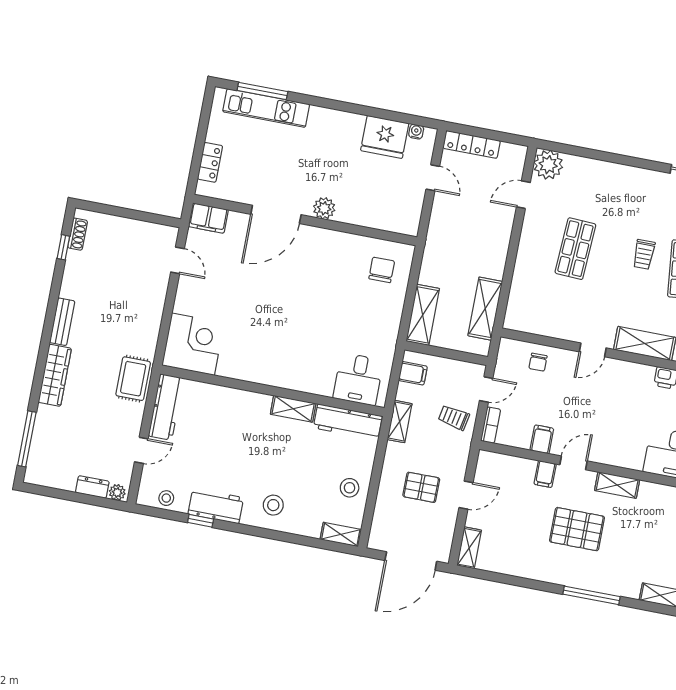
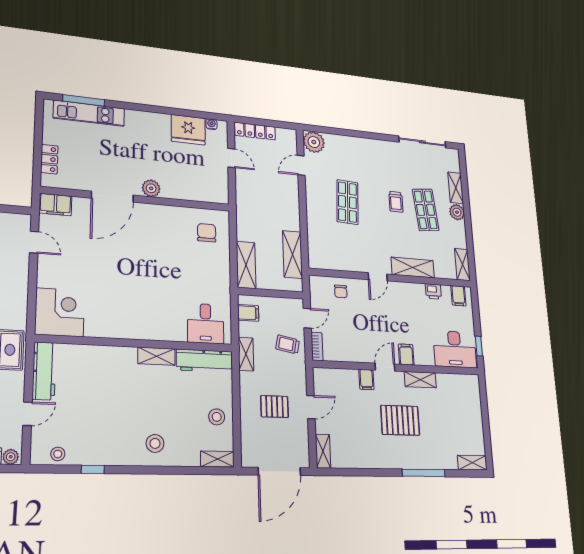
filing cabinet: (542, 439) -> (406, 354), moved
workbench: (216, 506) -> (104, 453), removed

